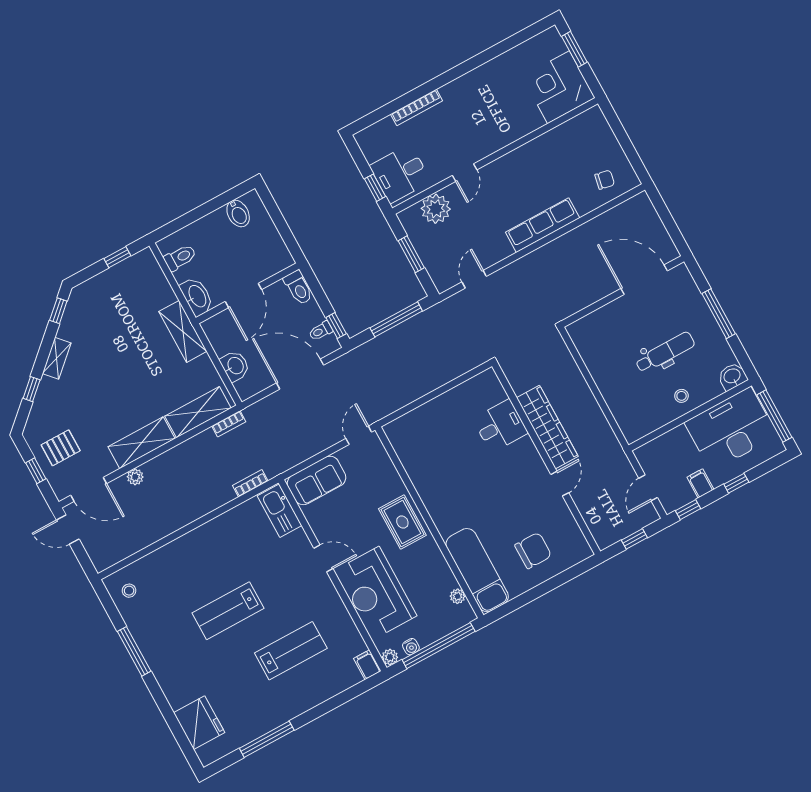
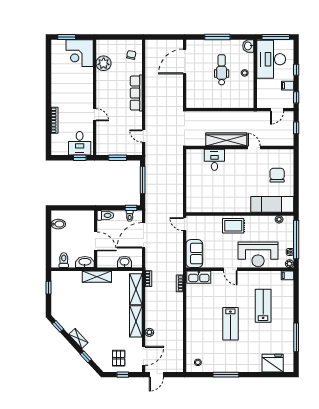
plant: (436, 209) -> (104, 63), moved
door: (648, 488) -> (277, 110), hinge flipped
door: (323, 558) -> (230, 269), swing flipped

